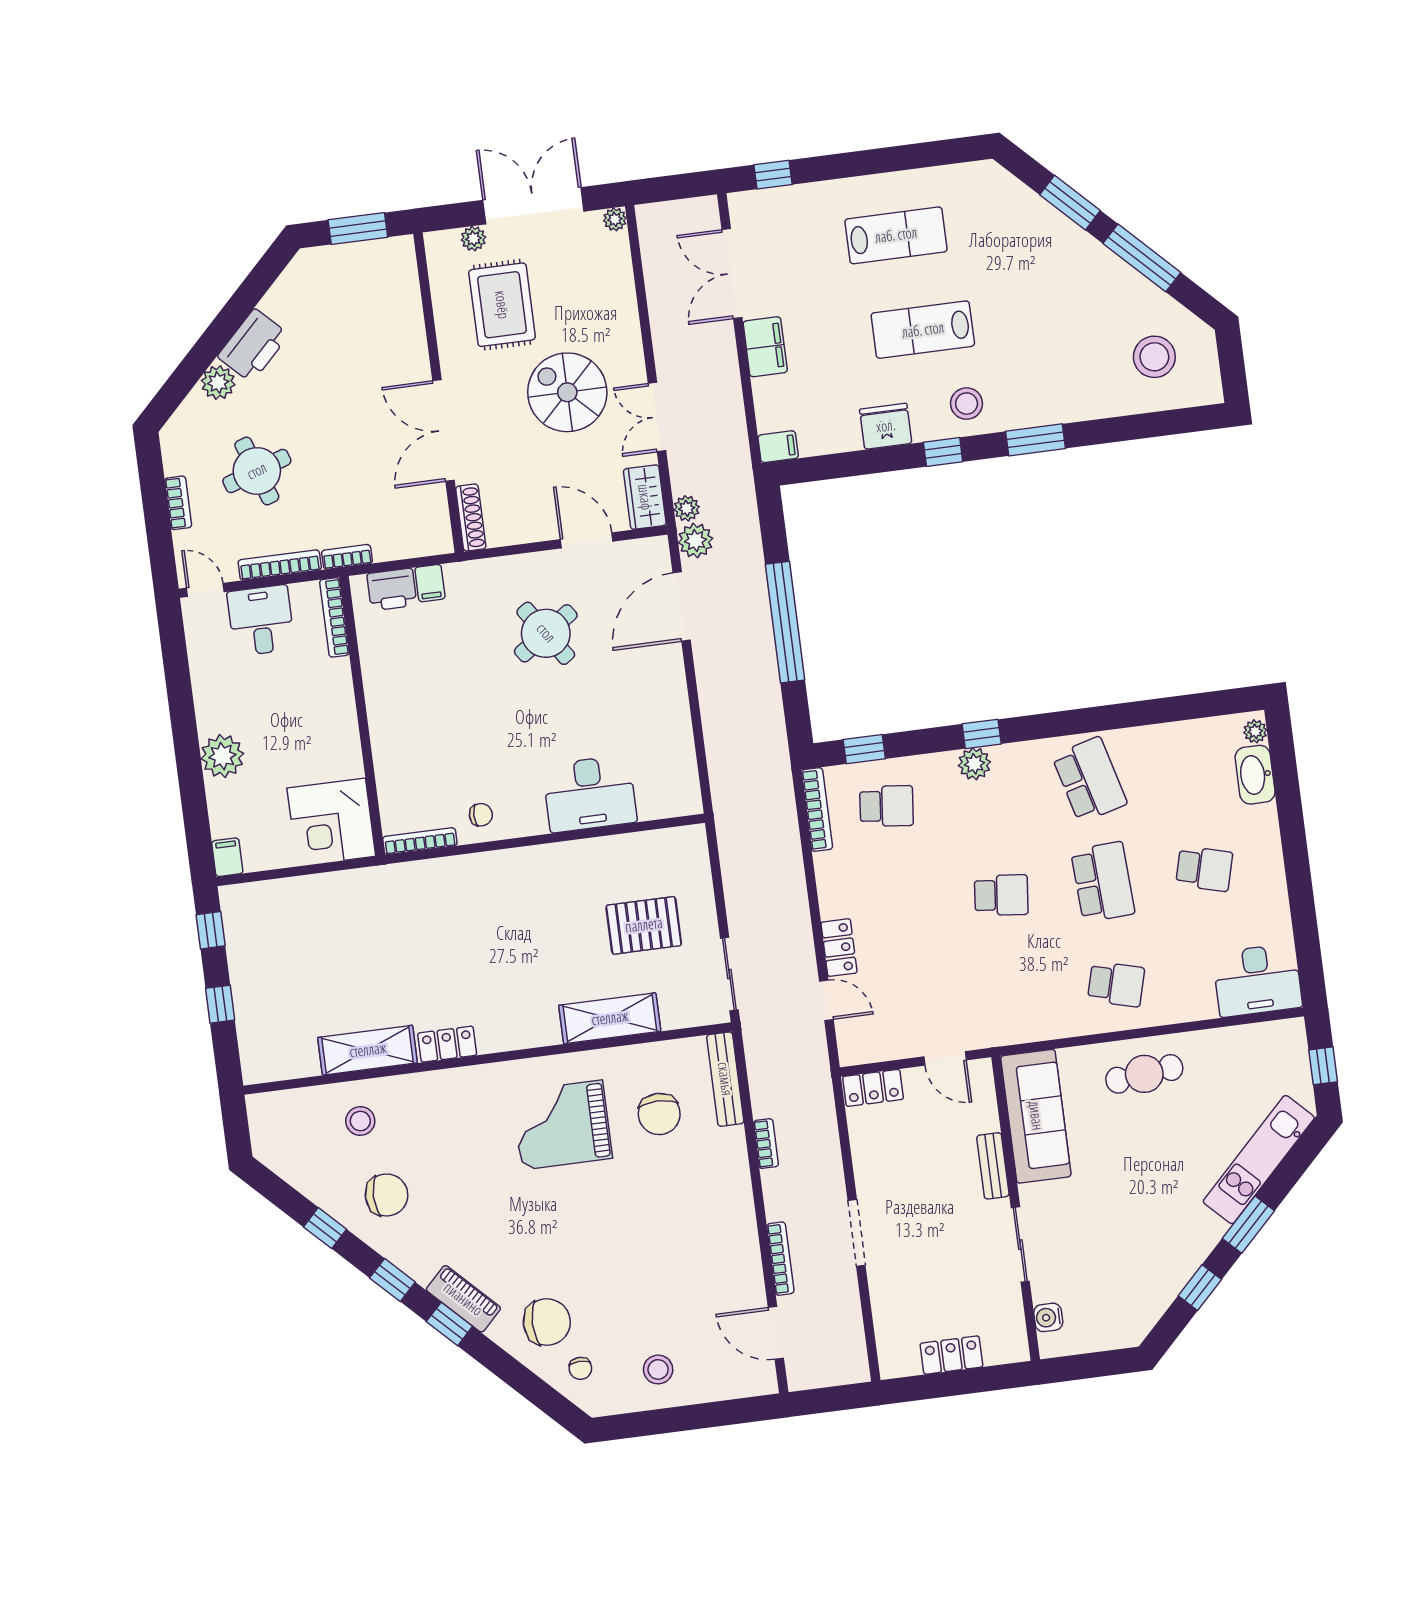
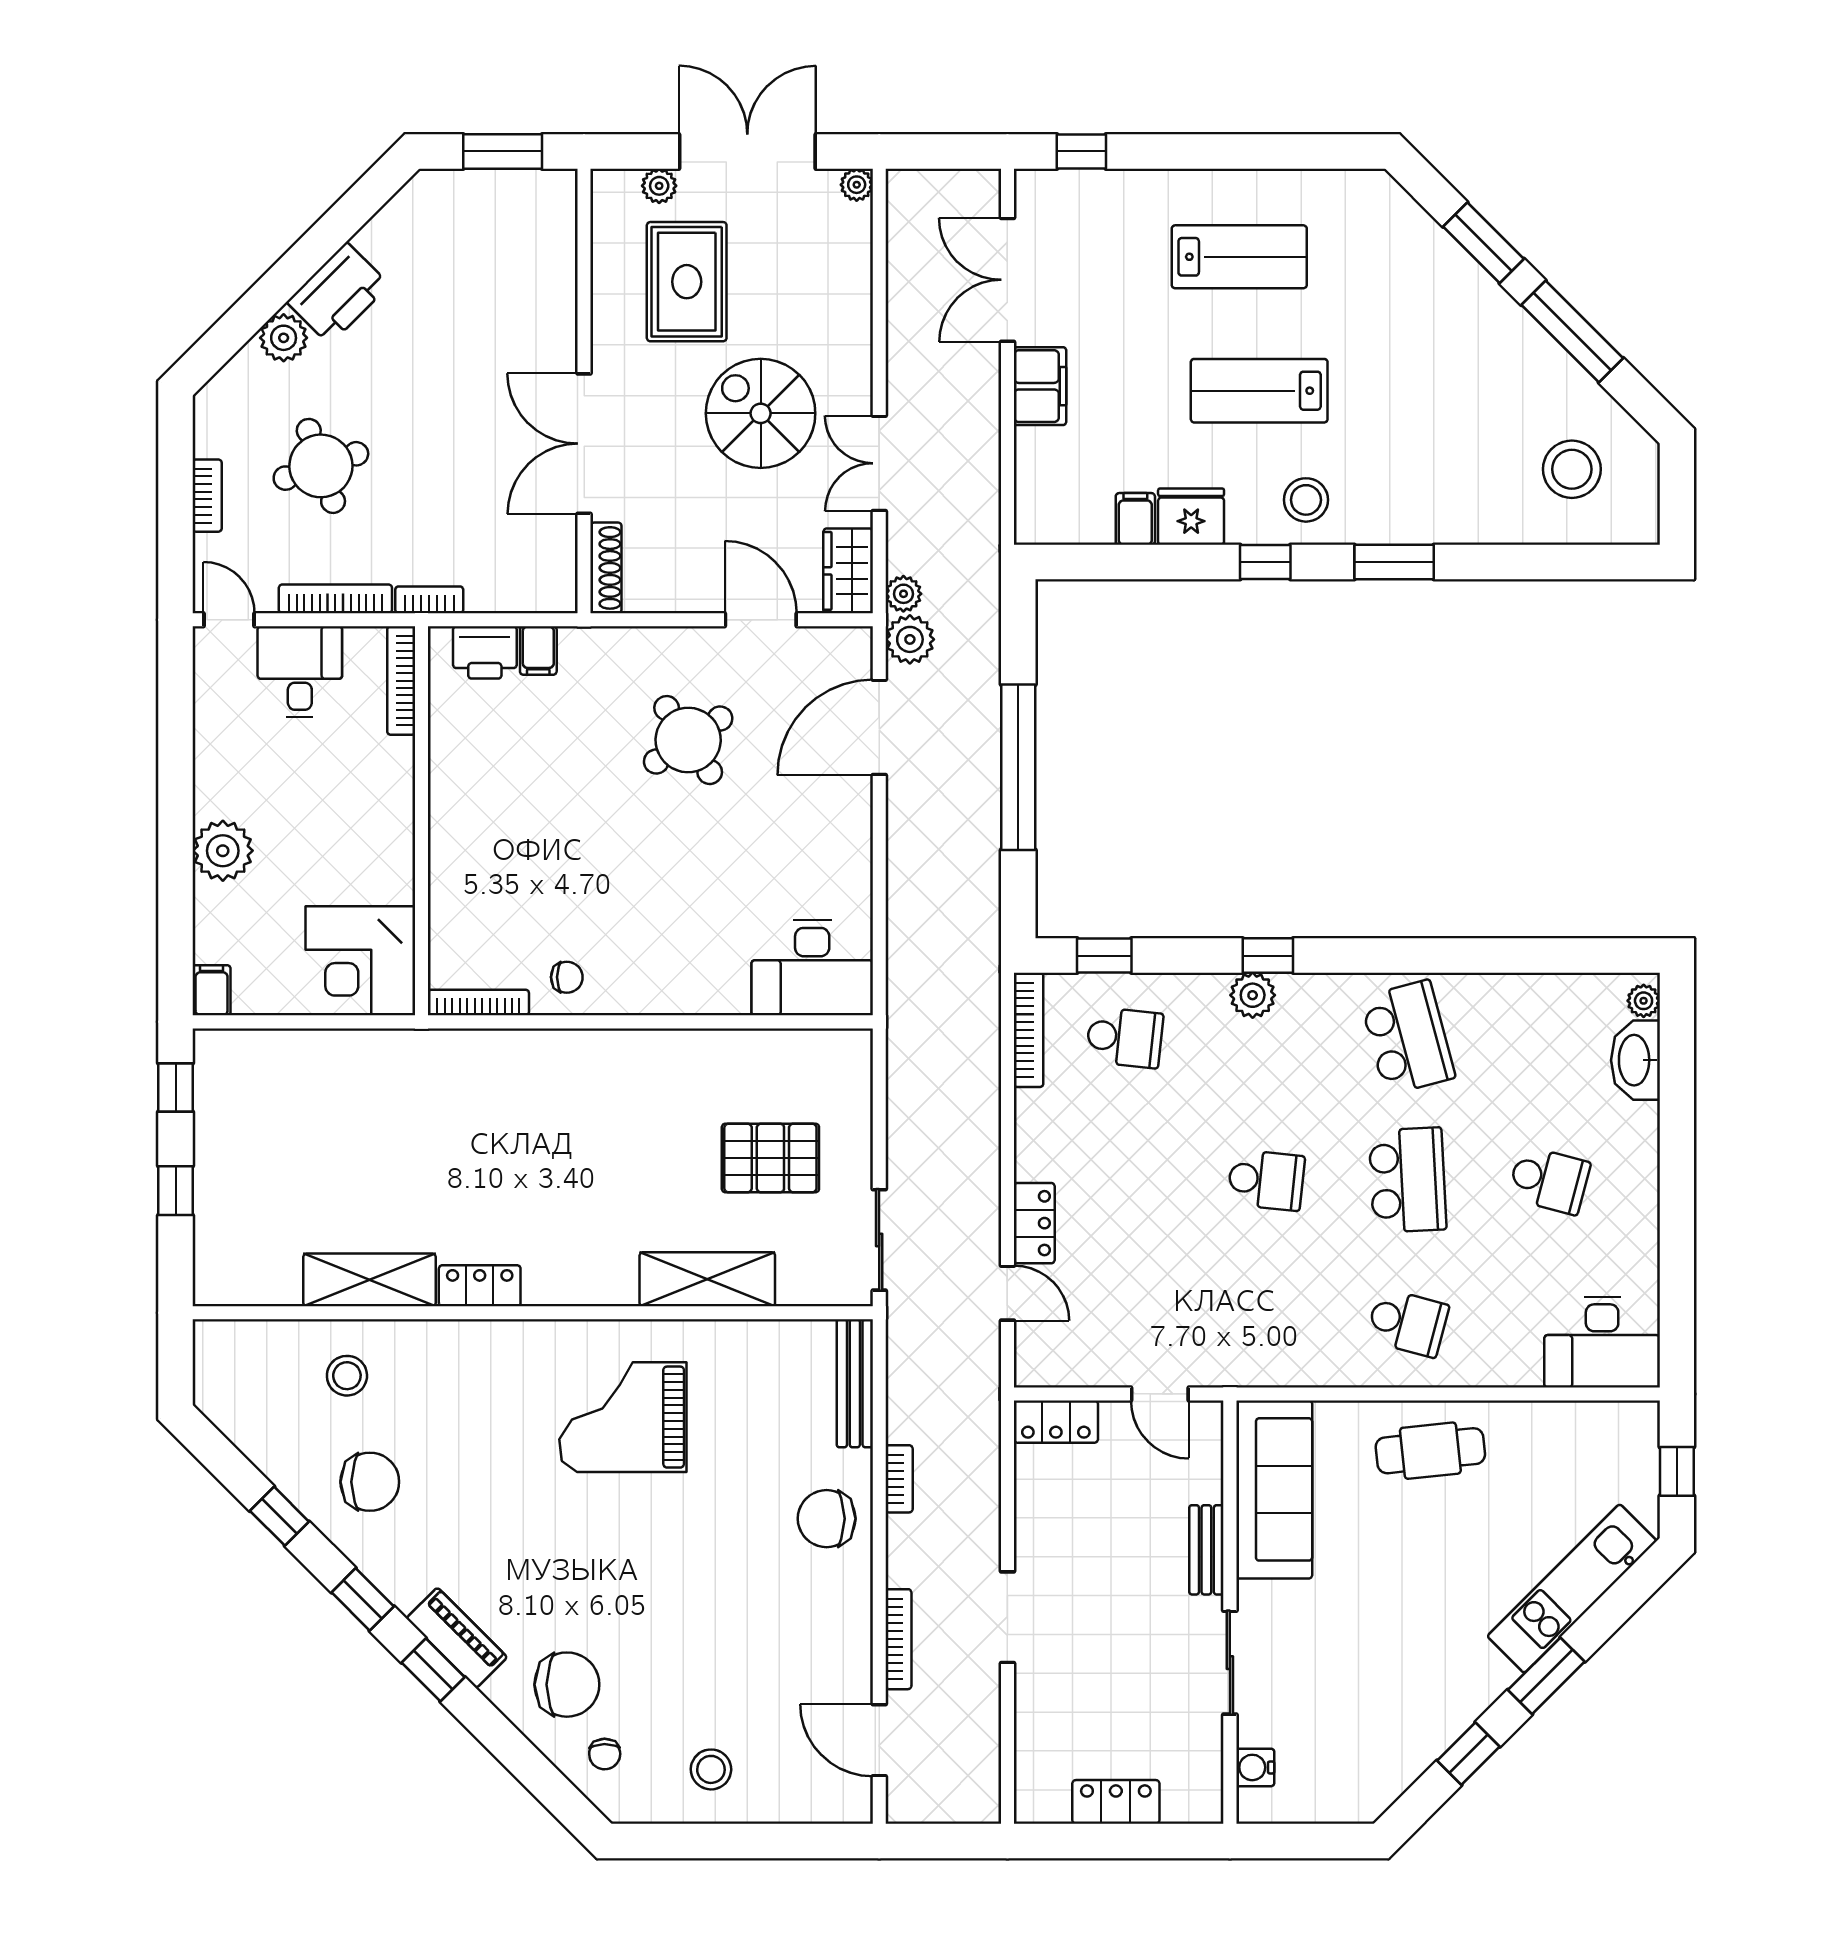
filing cabinet: (778, 447) -> (1135, 519), moved, turned -90
desk: (590, 794) -> (812, 968), moved
chair: (659, 1114) -> (827, 1519), moved, turned 90

